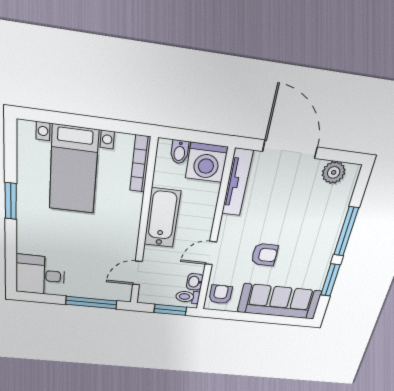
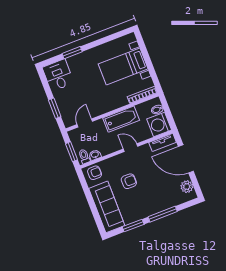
door: (290, 149) -> (186, 159), swing flipped
tv unit: (237, 183) -> (163, 142), width x0.71
window: (11, 201) -> (72, 53), moved
door: (211, 253) -> (131, 148), moved
armchair: (265, 255) -> (129, 181), turned -90
door: (137, 273) -> (85, 123), hinge flipped
window: (91, 303) -> (55, 108), width x0.69

